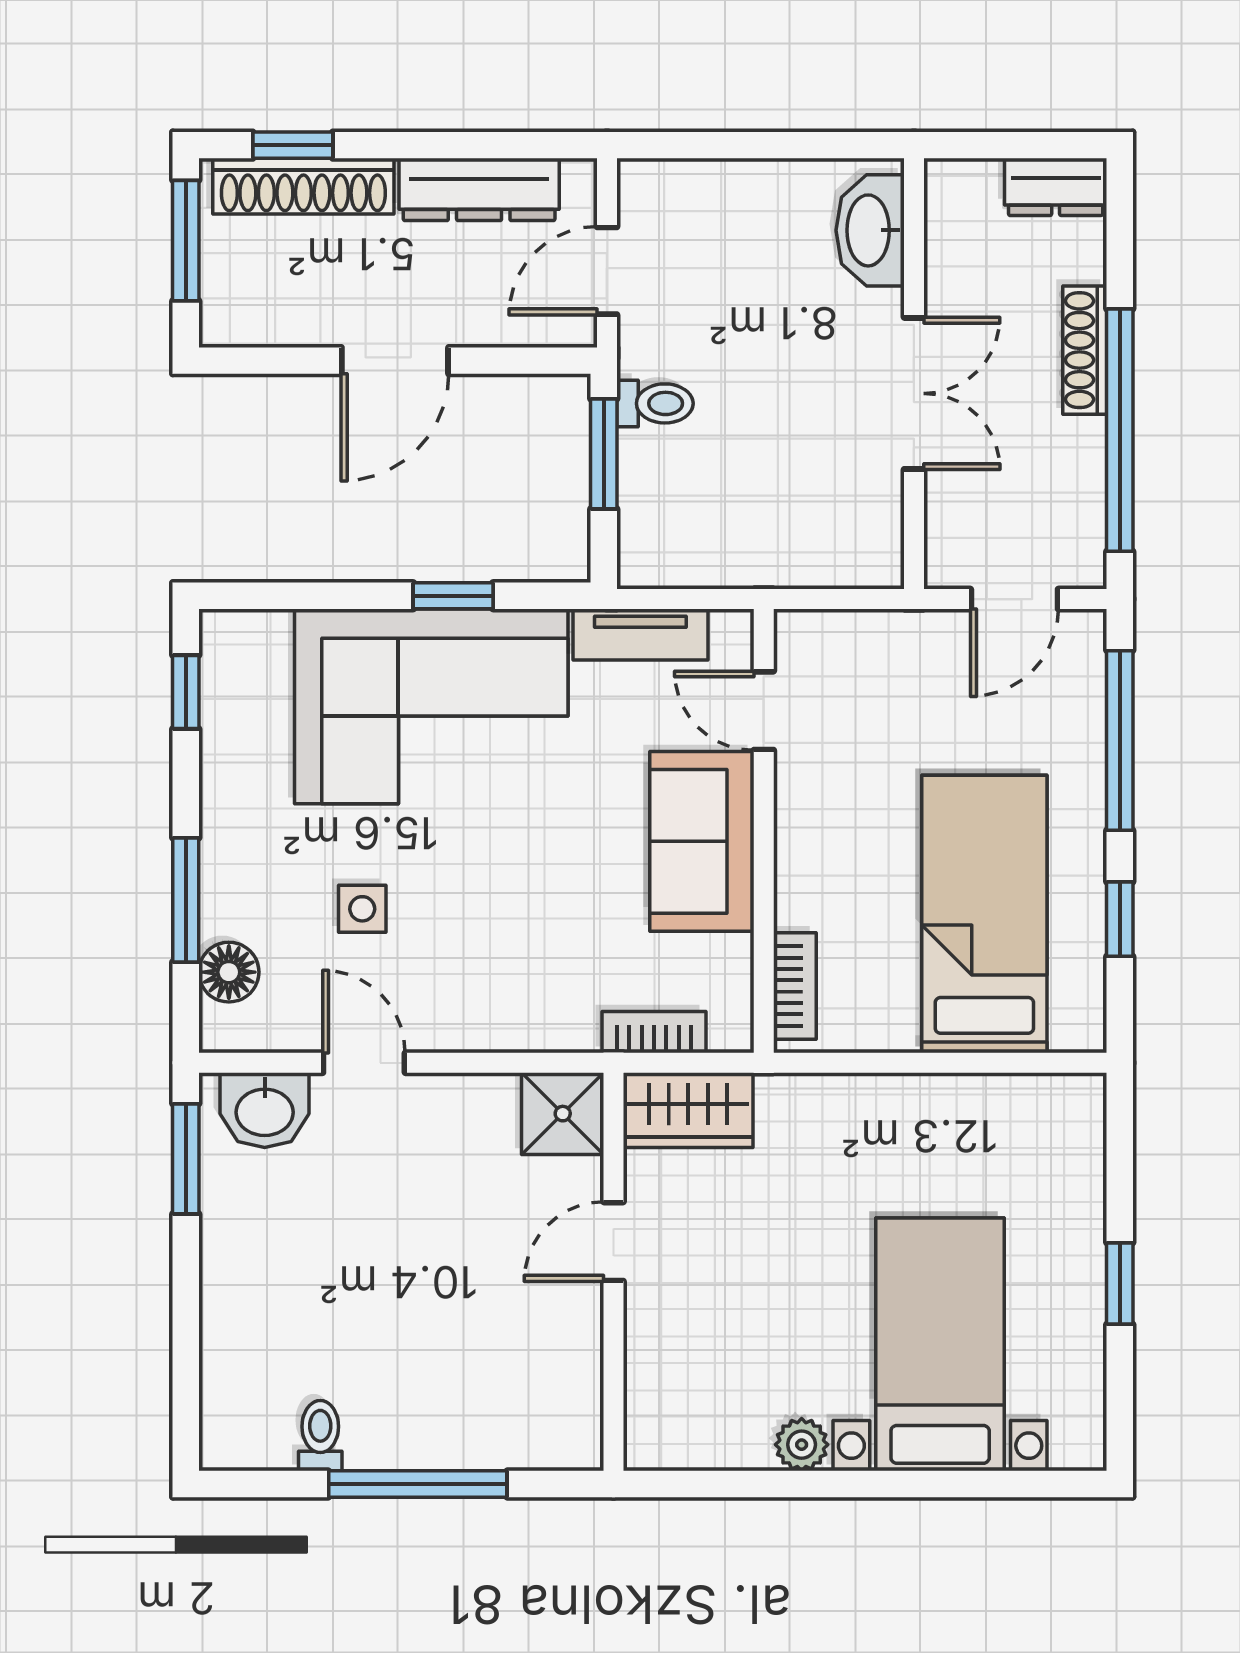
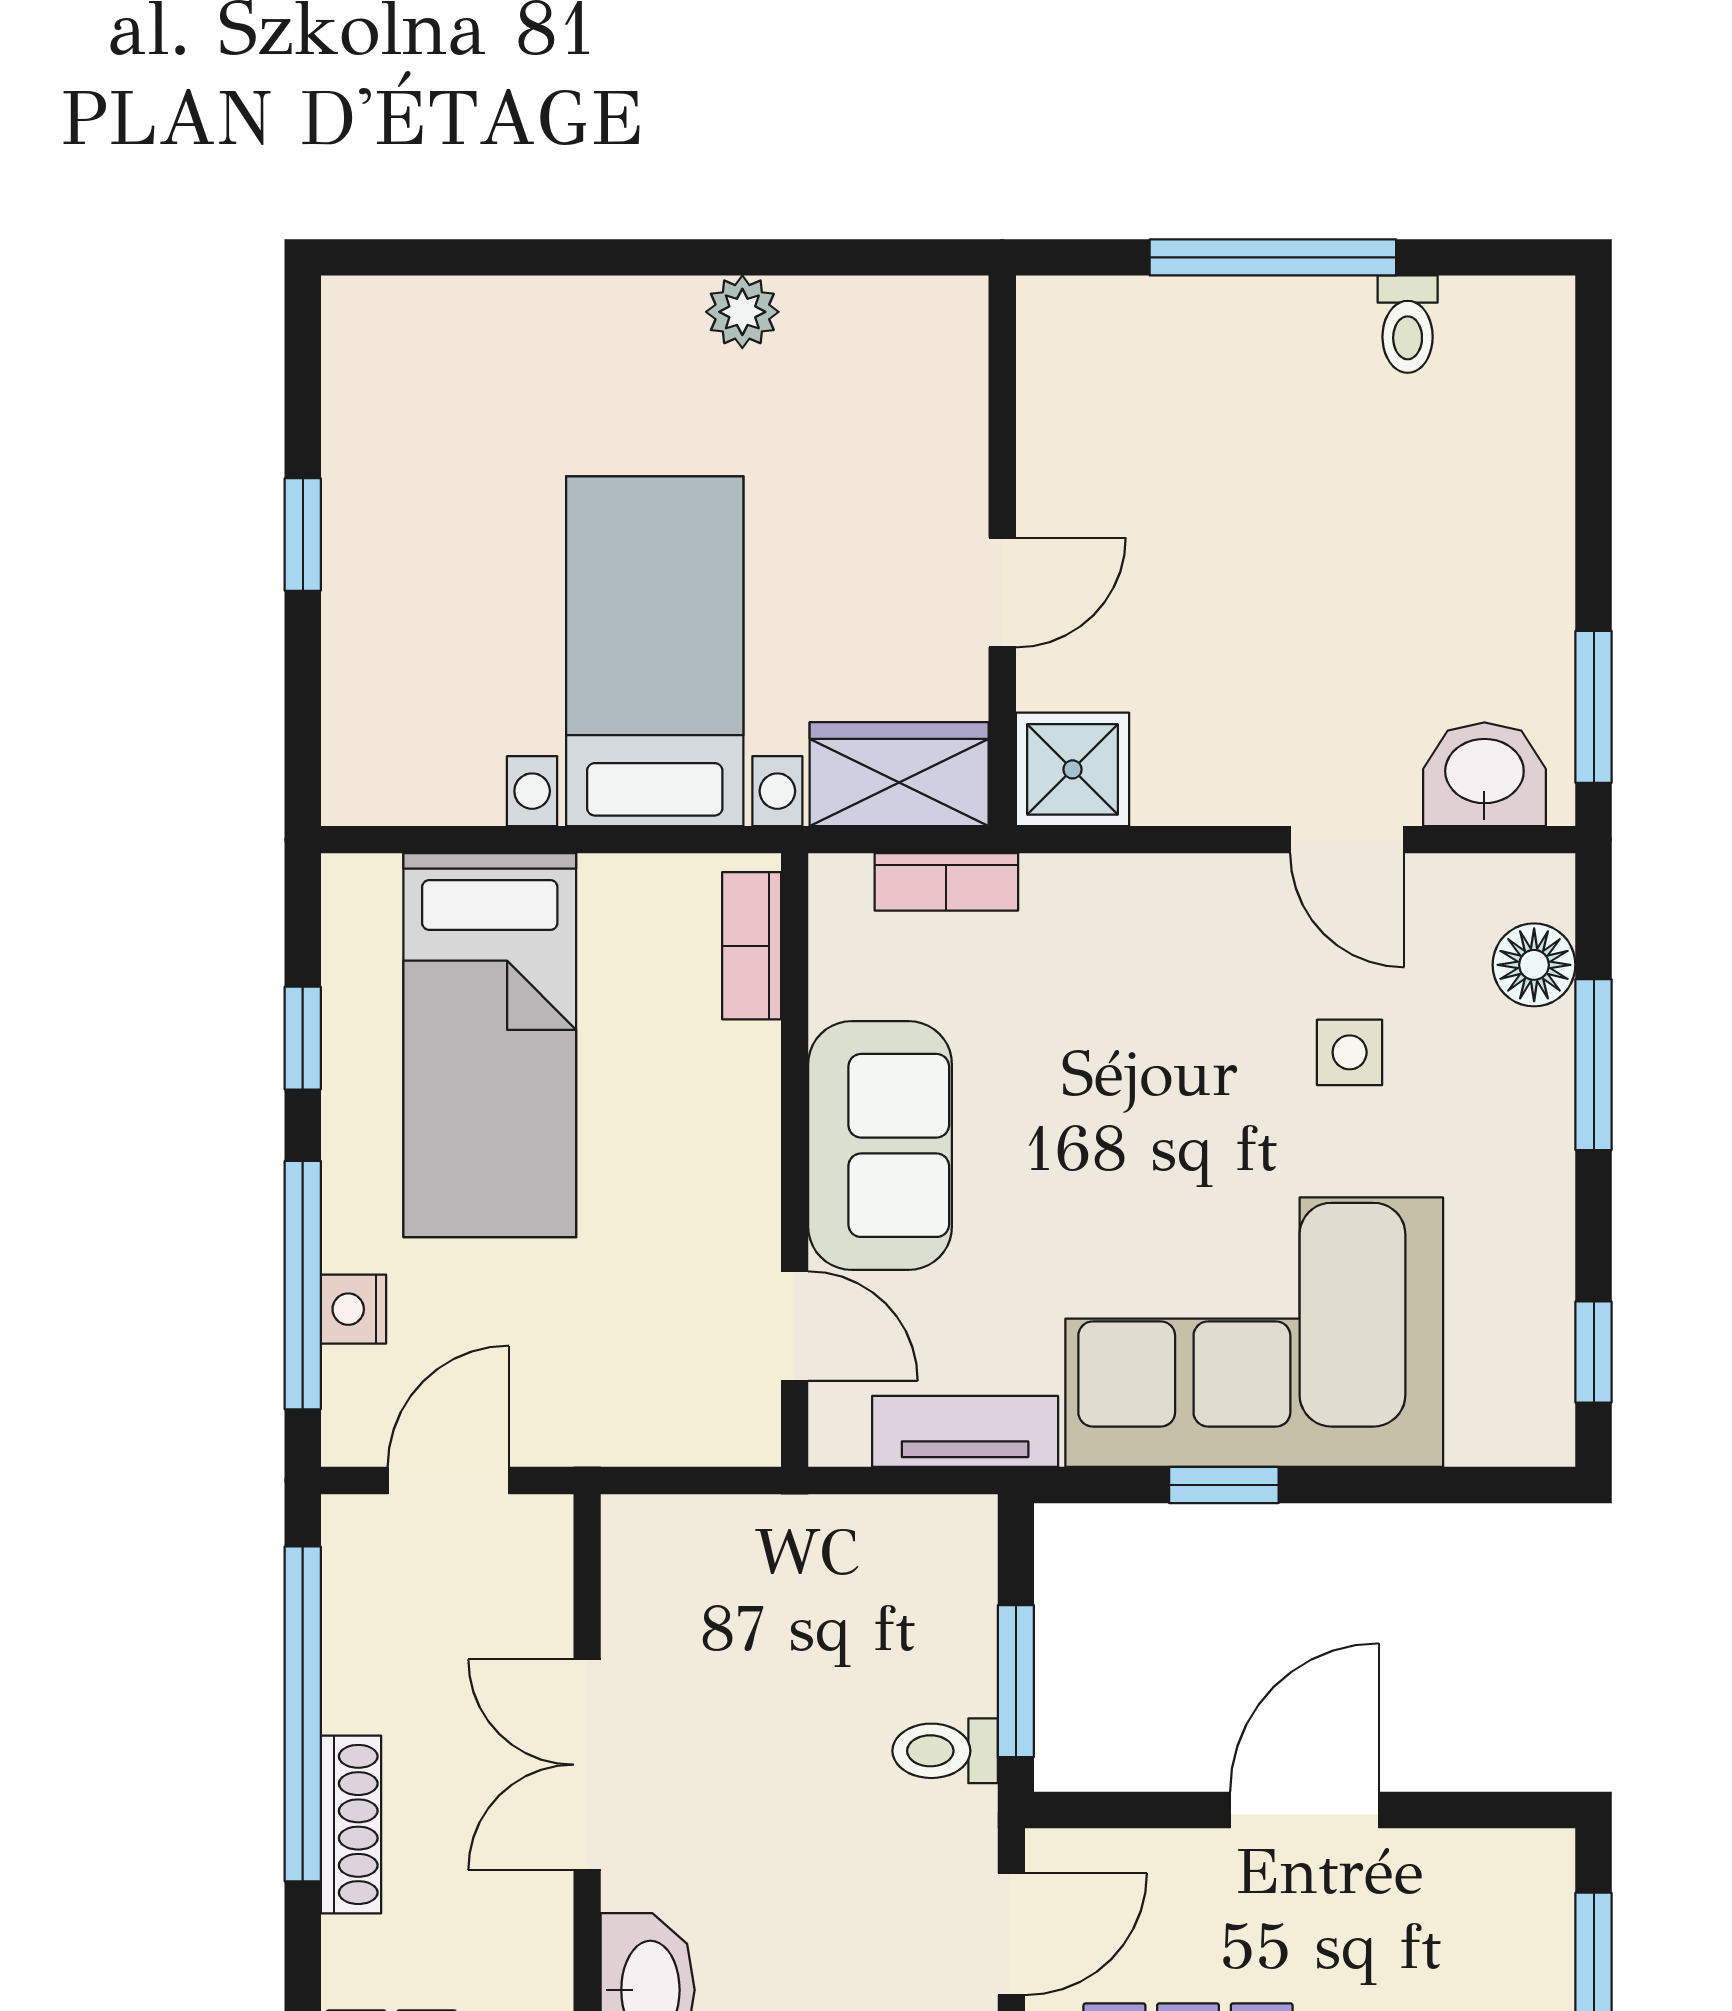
nightstand: (1083, 723) -> (353, 1309), added
bed with nightstands: (940, 1344) -> (655, 651), moved, turned 180

